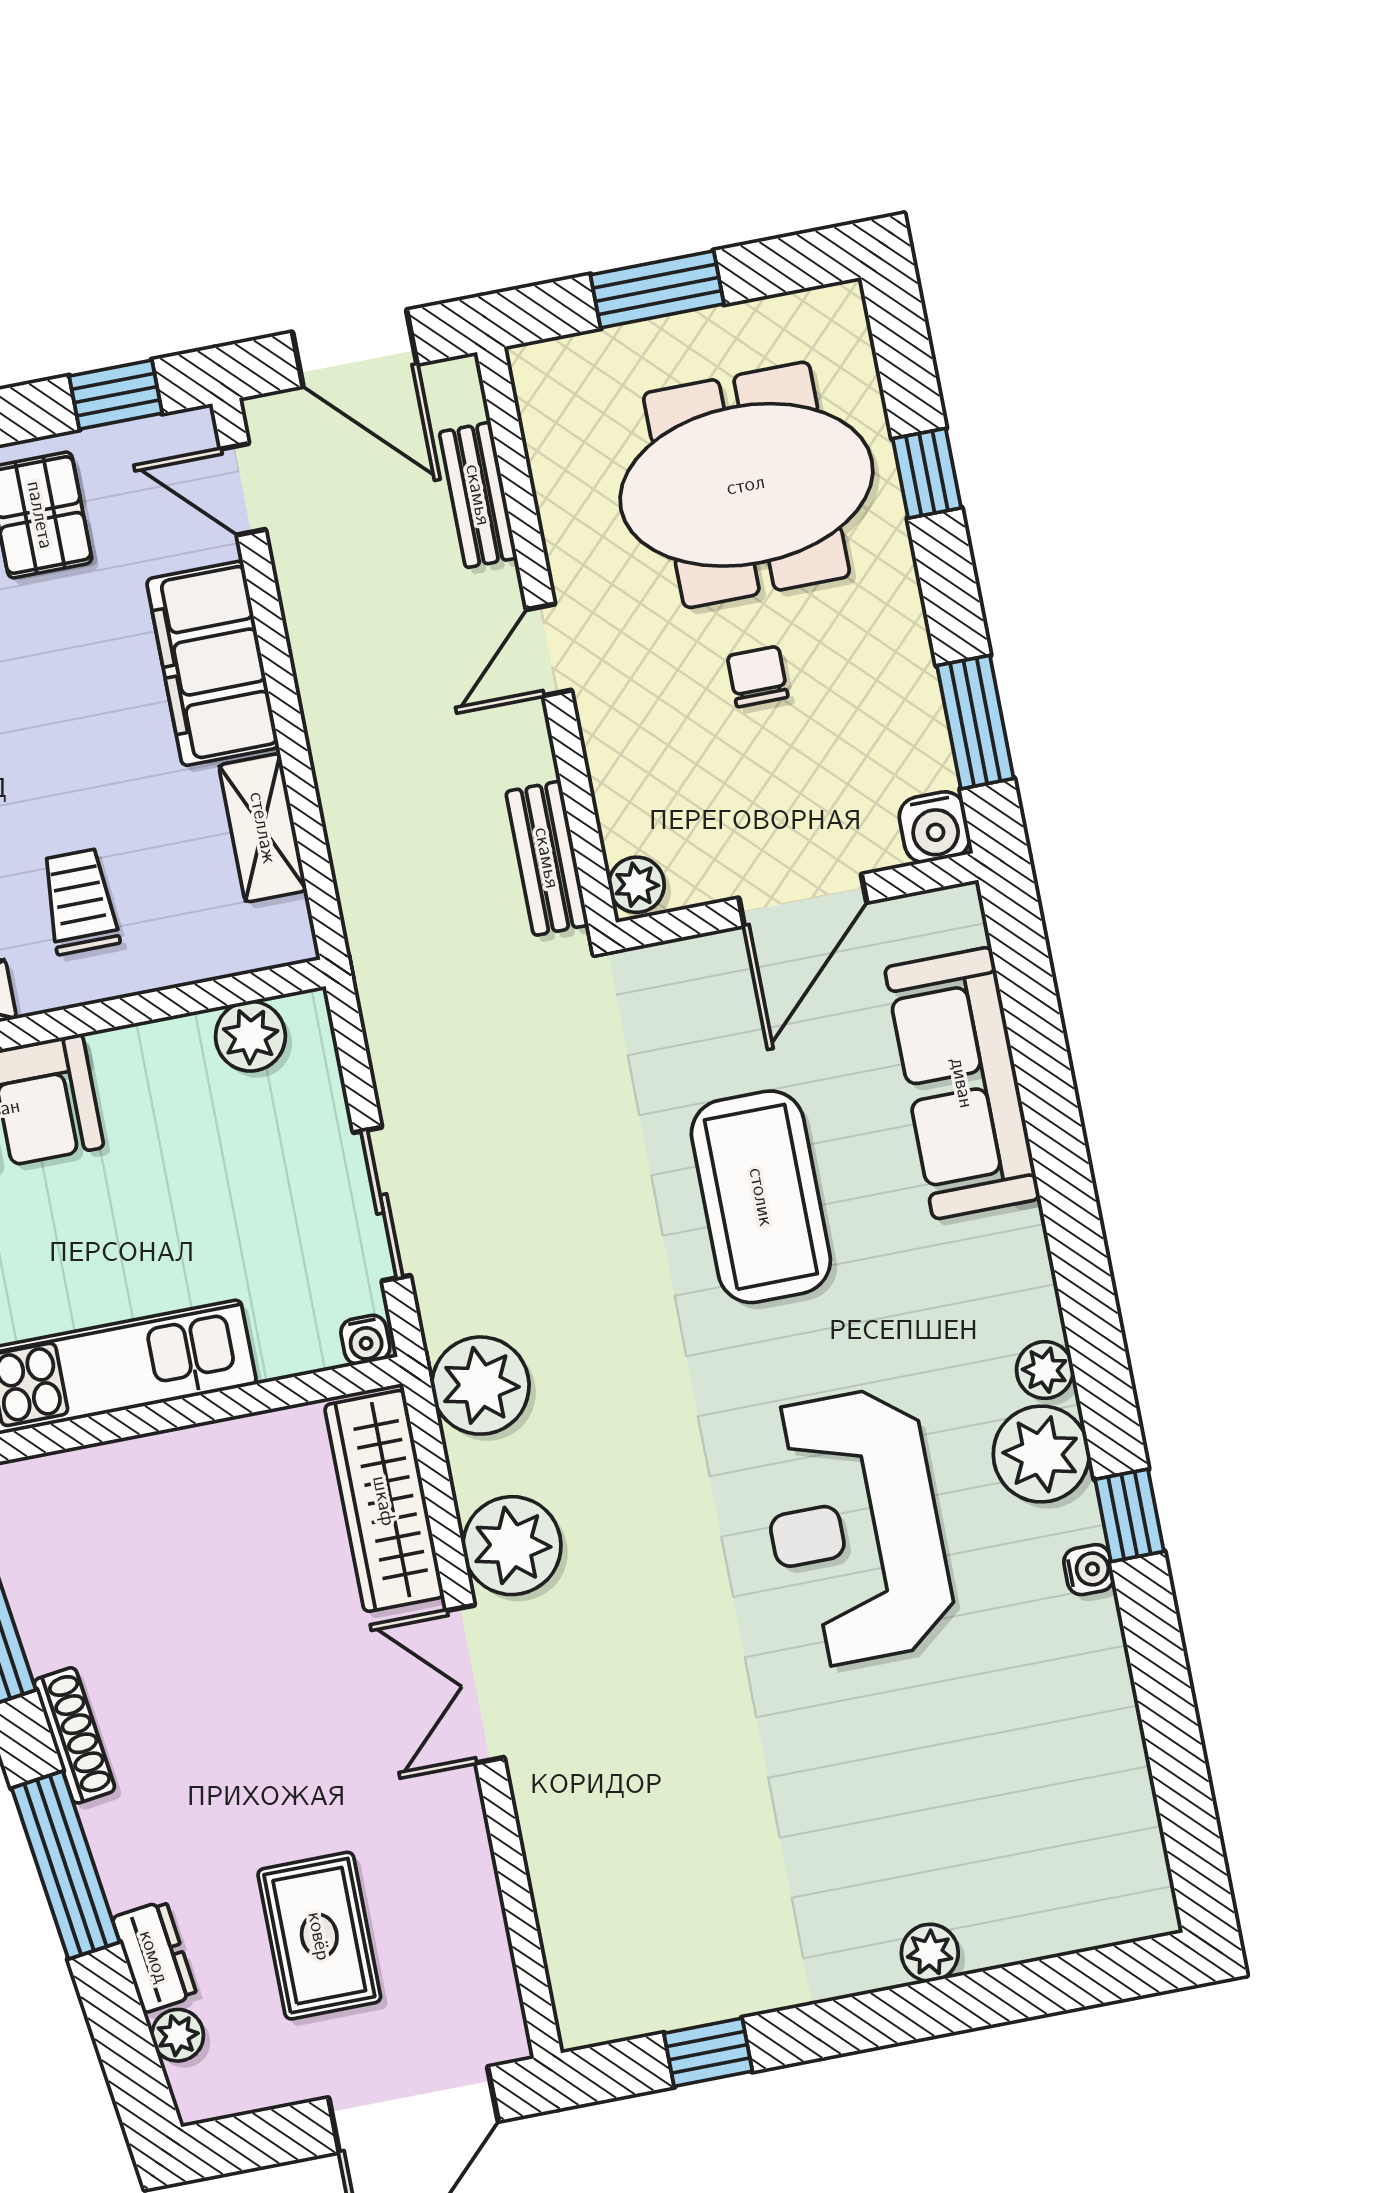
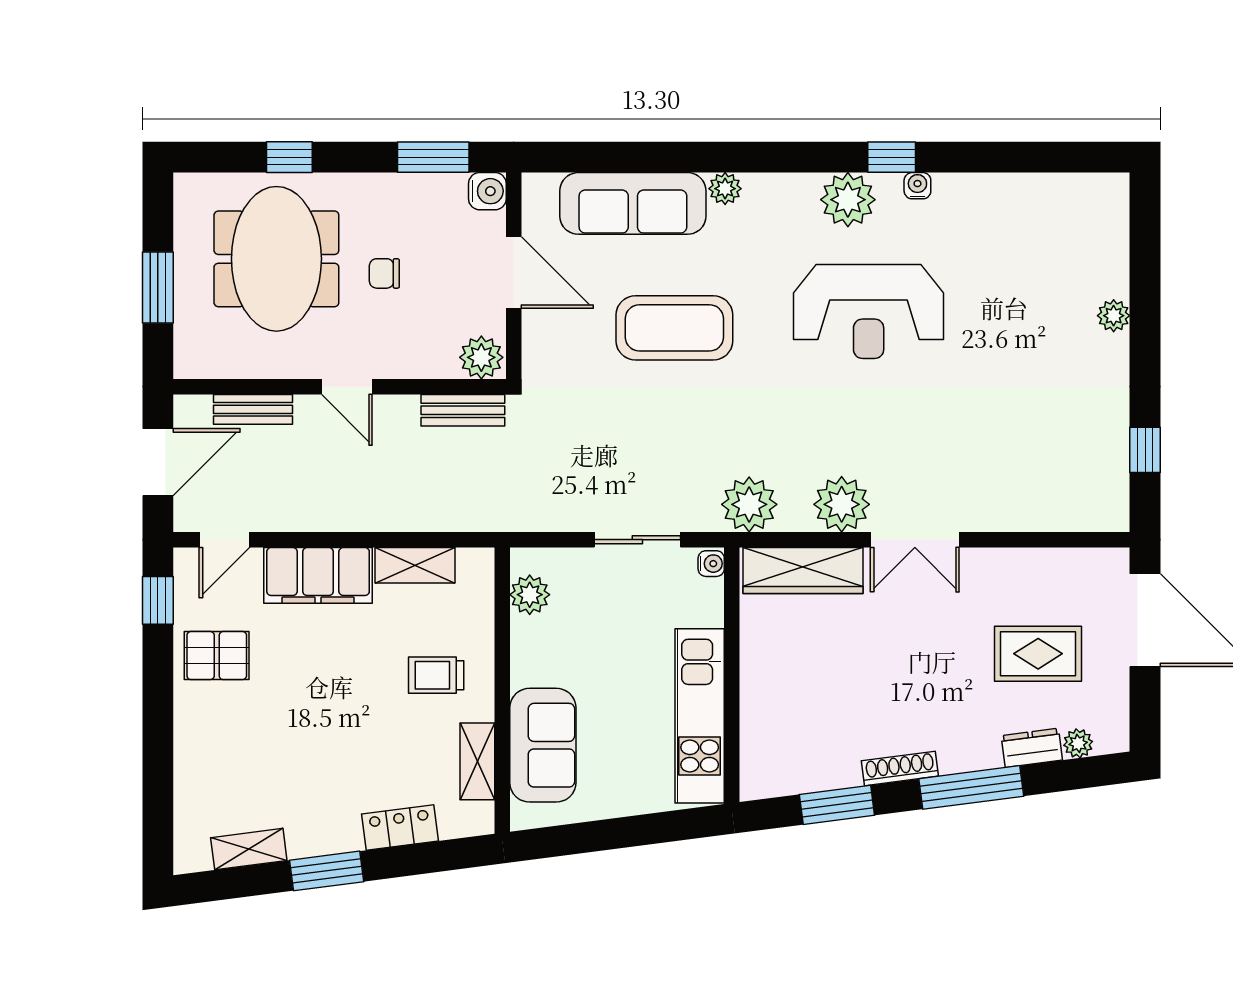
plant: (637, 885) -> (481, 357), width x1.38, depth x1.38
plant: (1045, 1370) -> (725, 189), moved

